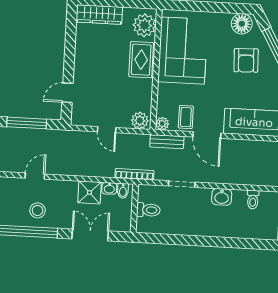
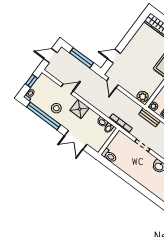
door: (107, 130) -> (112, 83), moved
shower: (89, 192) -> (80, 109), moved
toilet: (148, 210) -> (109, 156), moved
double door: (90, 235) -> (76, 140), swing flipped

